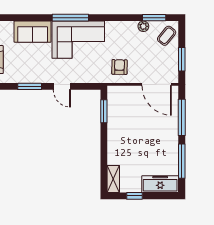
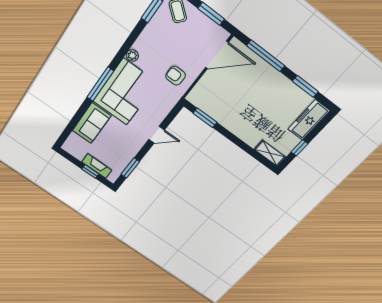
plant: (143, 26) -> (132, 55), moved
window: (30, 86) -> (130, 168), moved
window: (182, 161) -> (305, 86), width x0.69

